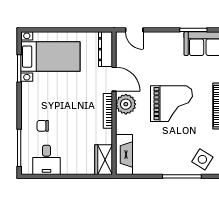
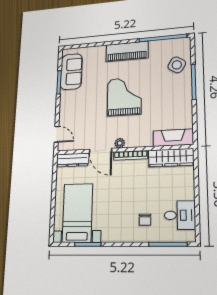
door: (134, 30) -> (56, 134), hinge flipped
door: (114, 79) -> (100, 151), swing flipped
plant: (126, 104) -> (120, 143), width x0.53, depth x0.53
wardrobe: (104, 160) -> (171, 158), width x1.50

